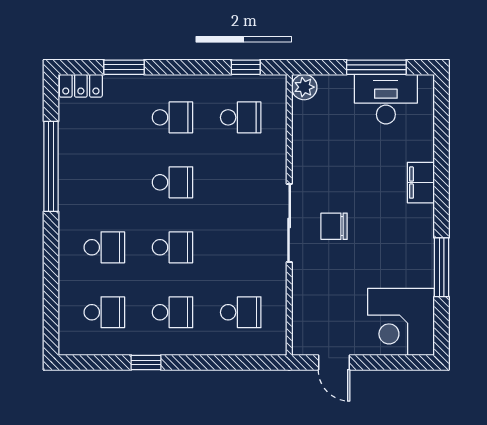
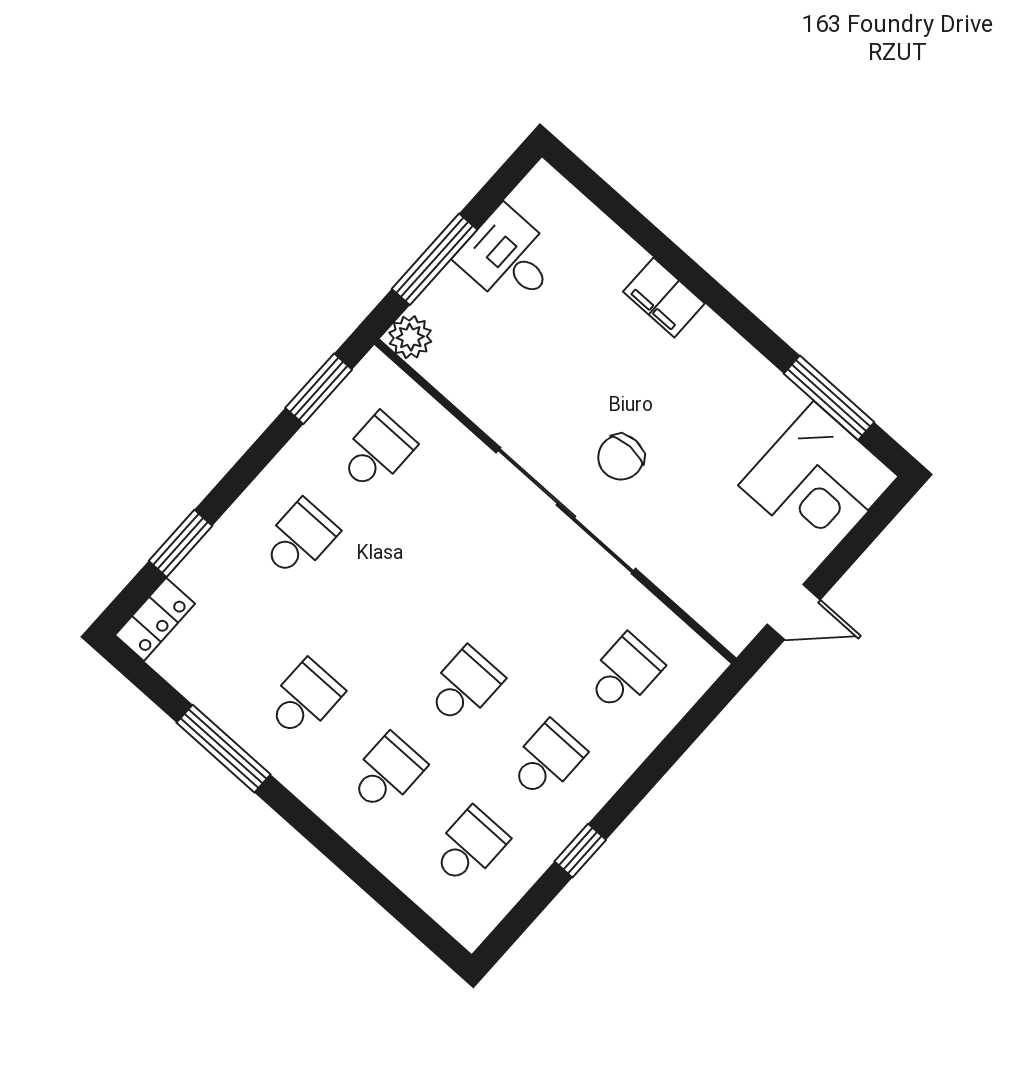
window: (246, 67) -> (319, 389), width x1.50
window: (376, 67) -> (435, 259), moved
desk: (386, 99) -> (509, 258), width x0.73
window: (51, 166) -> (223, 749), width x0.68
school desk: (172, 182) -> (304, 699), moved
sliding door: (289, 223) -> (566, 511), width x1.36
window: (442, 267) -> (829, 398), moved

